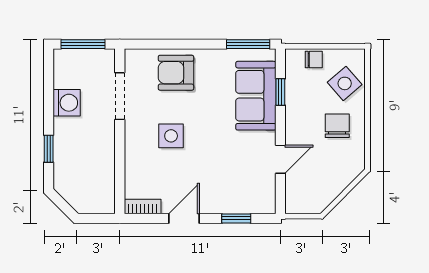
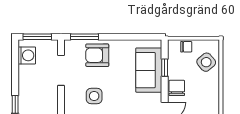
window: (248, 44) -> (84, 37), moved
washing machine: (67, 103) -> (27, 55), moved
chair: (337, 126) -> (177, 88), moved

